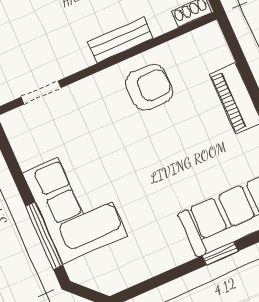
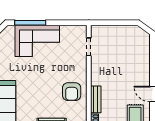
bench: (120, 40) -> (96, 99), moved

